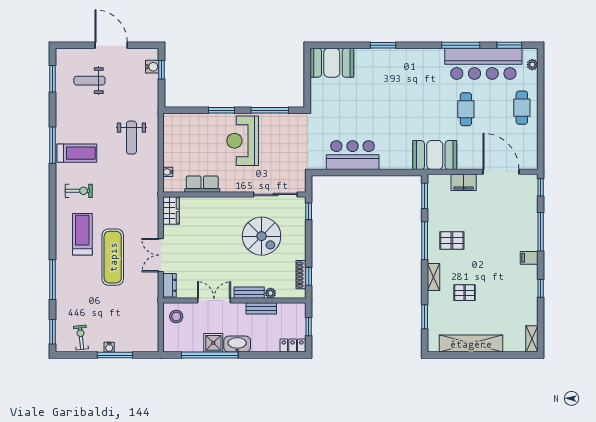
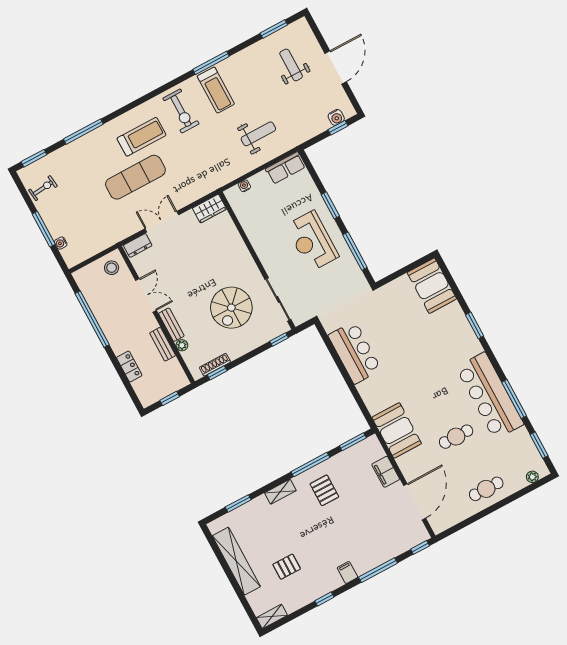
bar counter: (483, 64) -> (490, 396), moved
weight bench: (131, 138) -> (258, 134), turned 180
reception desk: (243, 141) -> (312, 241), turned -90
row of seats: (202, 184) -> (285, 168), moved, turned 90
exercise bike: (79, 191) -> (181, 111), width x1.38, depth x1.39
pallet: (465, 293) -> (287, 567), moved, turned 90
shower: (213, 343) -> (106, 316), removed
washbasin: (237, 344) -> (116, 340), removed
locker: (293, 346) -> (129, 367), moved
water cooler: (109, 347) -> (61, 243), moved

